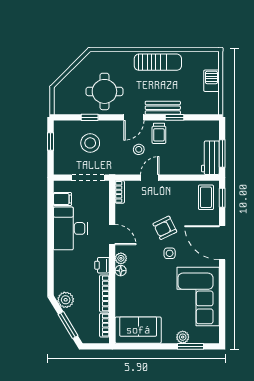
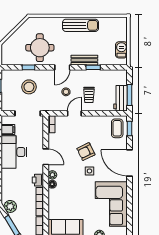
barbecue: (211, 81) -> (121, 50), moved
trolley: (159, 133) -> (89, 95), moved

